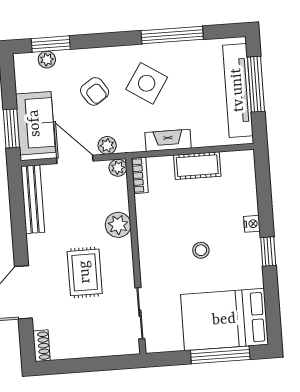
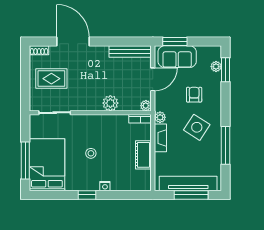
armchair: (95, 91) -> (194, 95), turned 124
plant: (107, 145) -> (160, 117), moved
rug: (85, 272) -> (51, 79), moved

